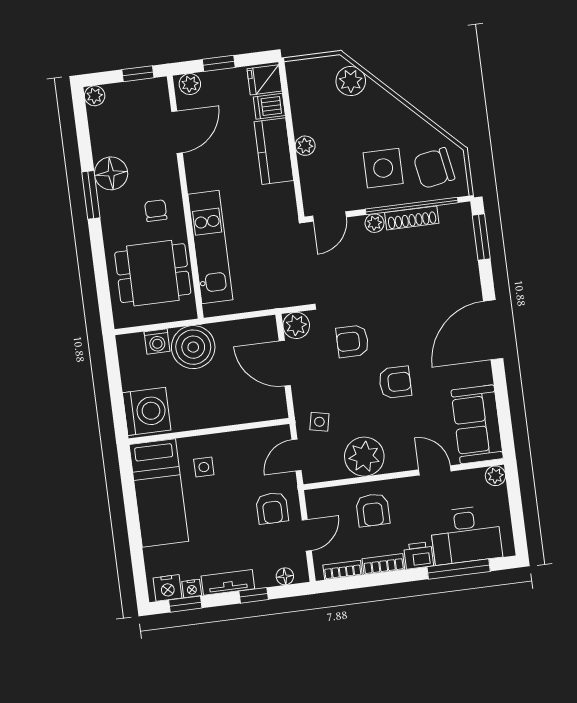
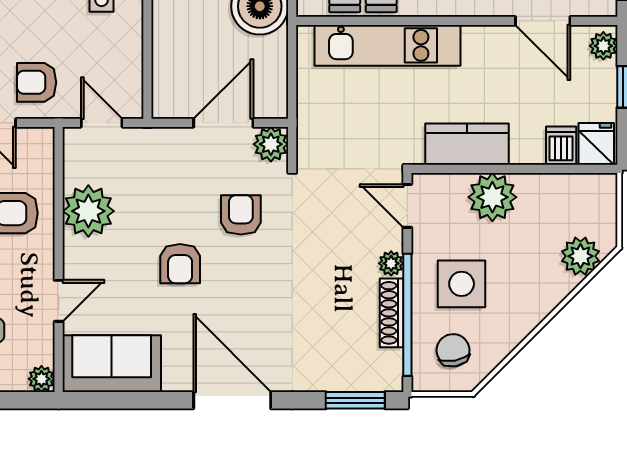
plant: (305, 146) -> (492, 197), width x1.87, depth x1.87
kitchen counter: (274, 151) -> (467, 144), moved
chair: (434, 168) -> (453, 350), width x0.73, depth x0.73
side table: (319, 422) -> (141, 158), removed

